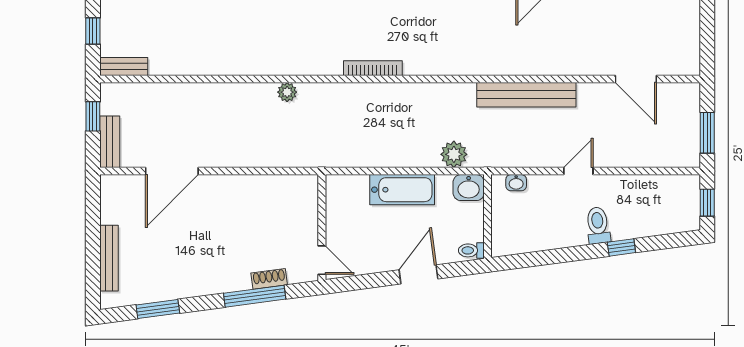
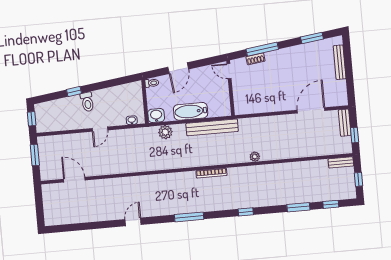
bench: (526, 95) -> (212, 127), moved

